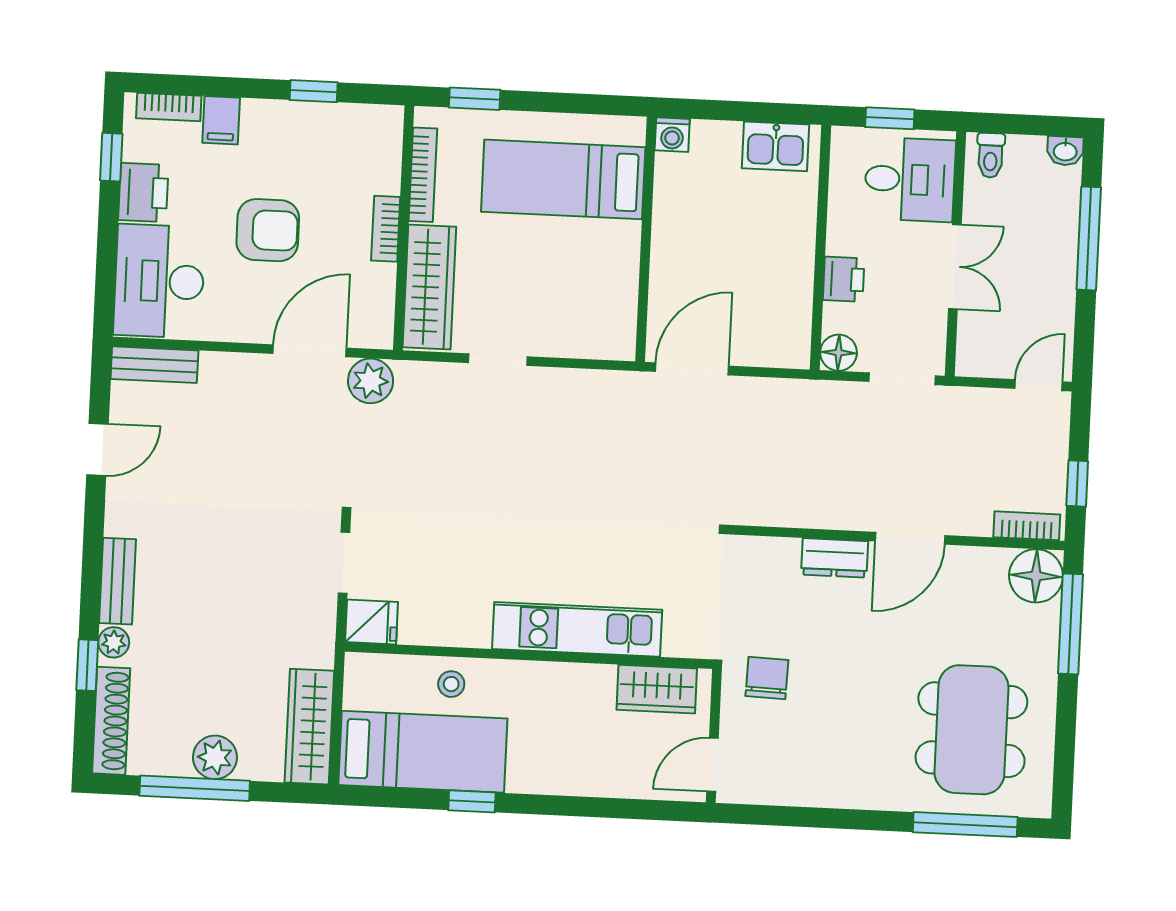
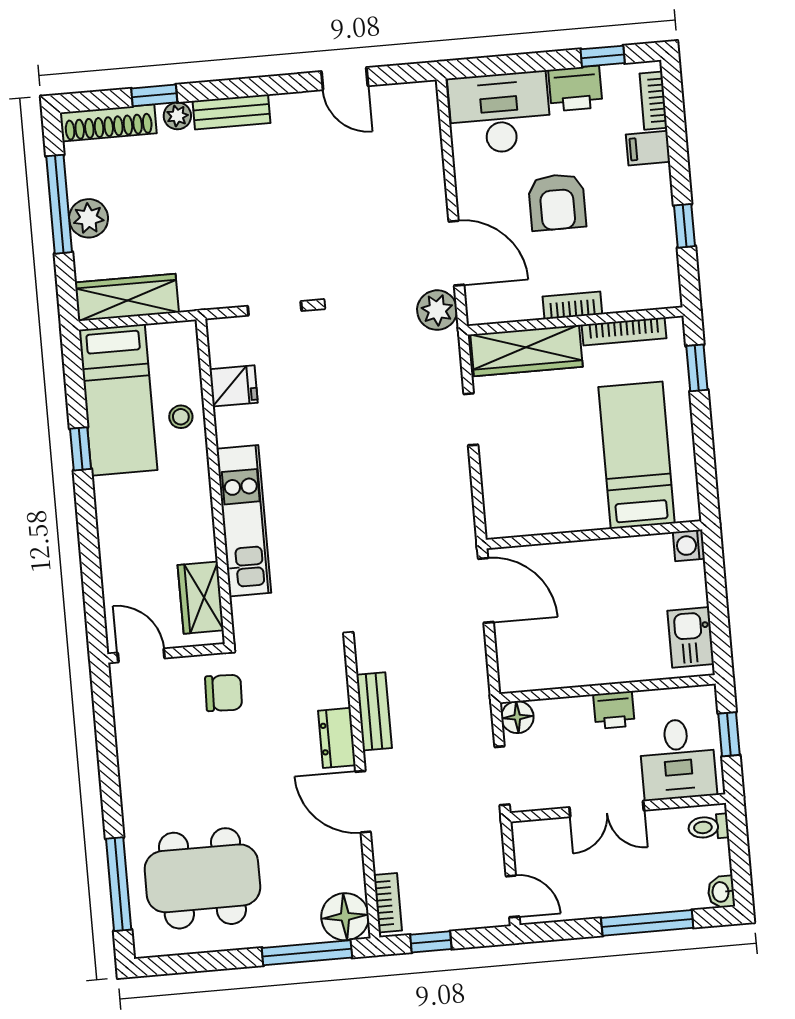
printer: (844, 279) -> (614, 710), moved
bench: (154, 365) -> (374, 711), moved
fridge: (371, 622) -> (234, 386), moved, turned -90

